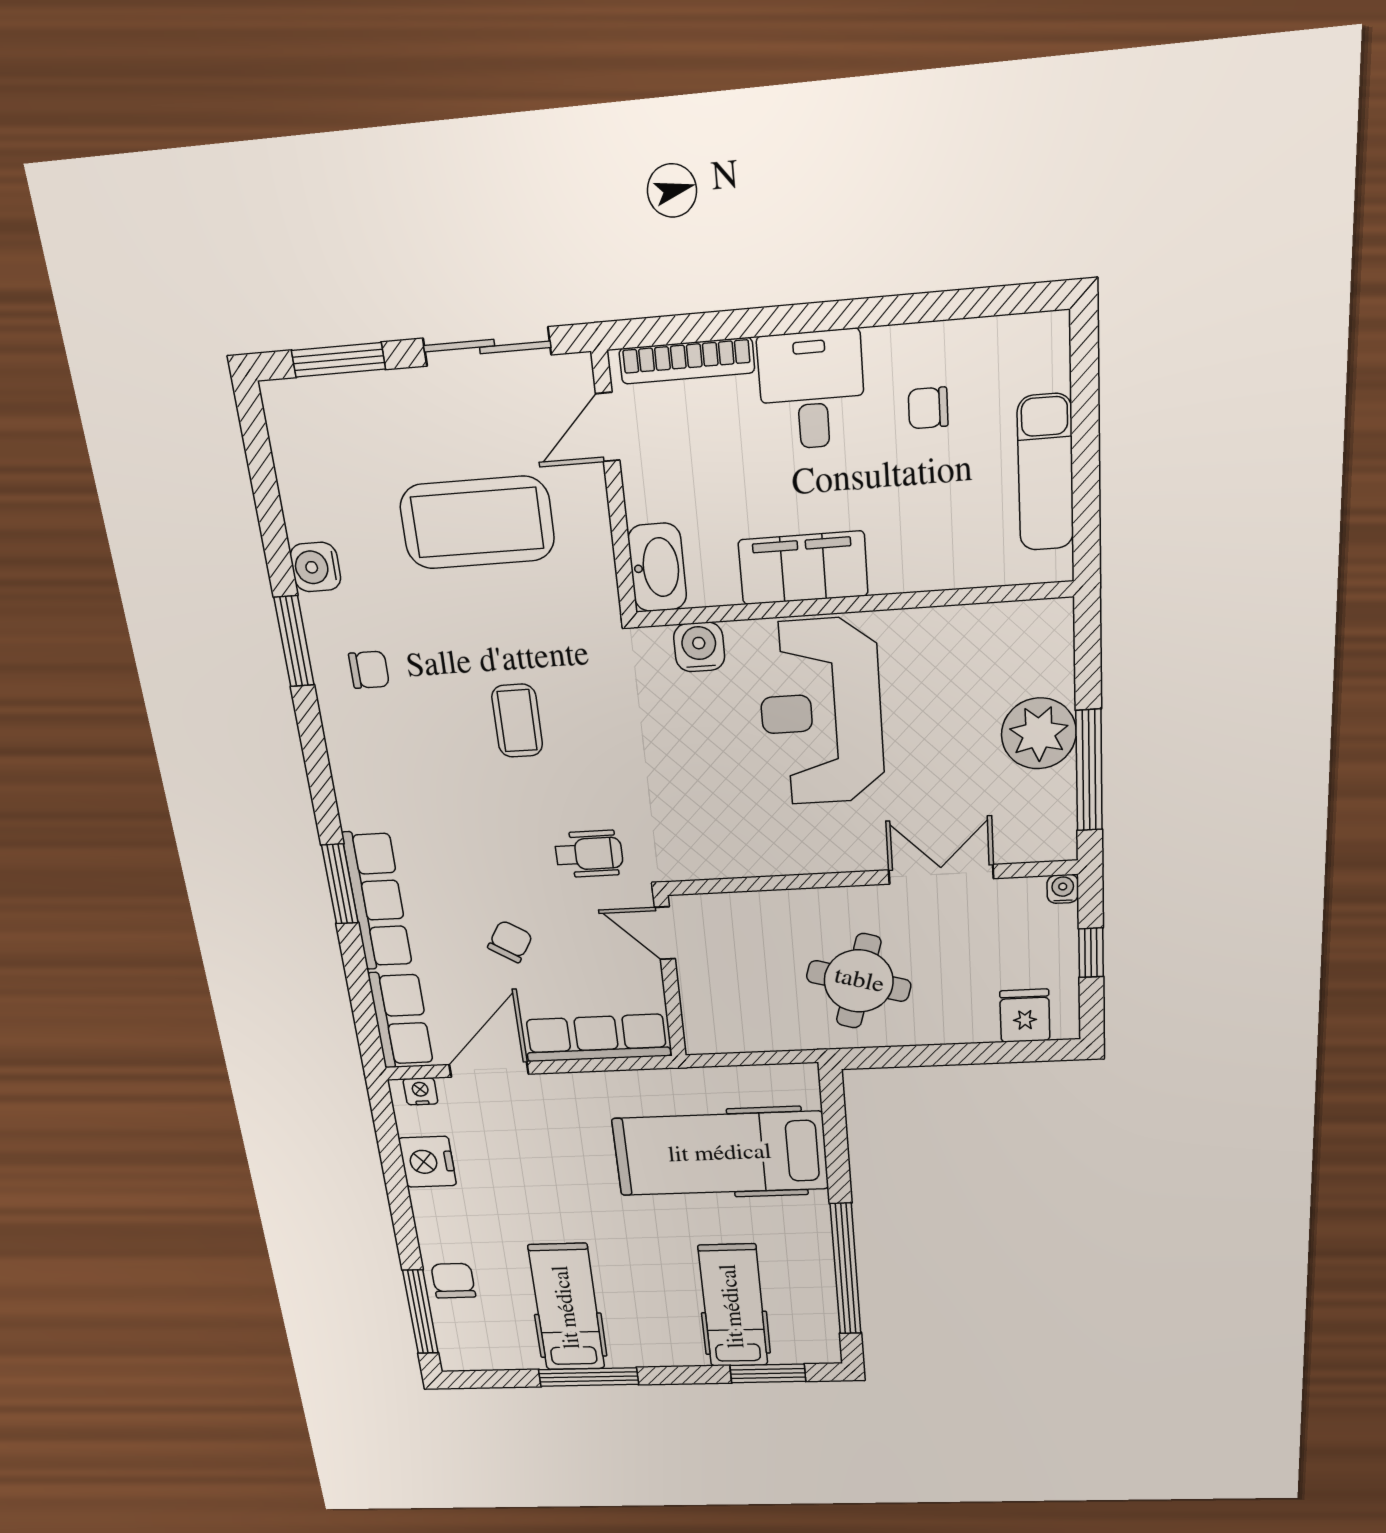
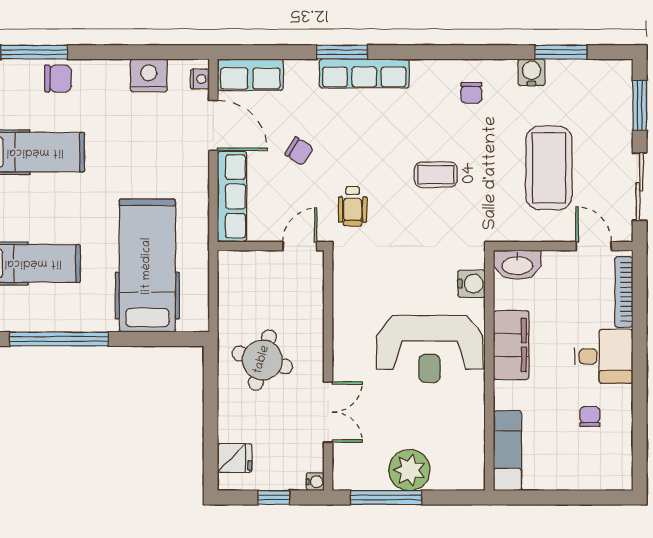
exam couch: (1046, 473) -> (507, 451), moved, turned 90
window: (294, 641) -> (561, 52), moved
reception desk: (821, 712) -> (430, 349), turned 180
row of seats: (377, 900) -> (364, 73), moved

